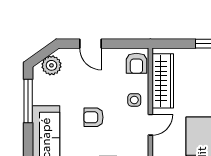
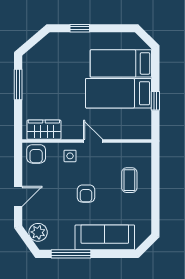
armchair: (136, 63) -> (36, 154), turned 90
wardrobe: (163, 81) -> (44, 130), width x0.67

